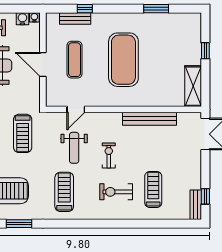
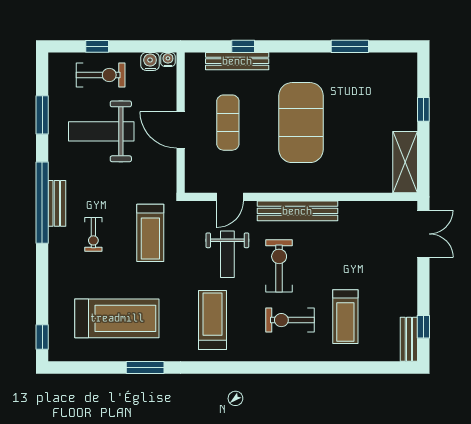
bench: (75, 19) -> (237, 61), width x1.36
bench: (149, 119) -> (297, 211), moved
exercise bike: (109, 156) -> (279, 266), width x1.38, depth x1.39
treadmill: (153, 190) -> (345, 317), turned 180

